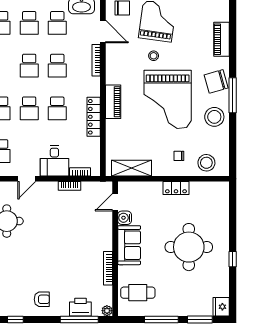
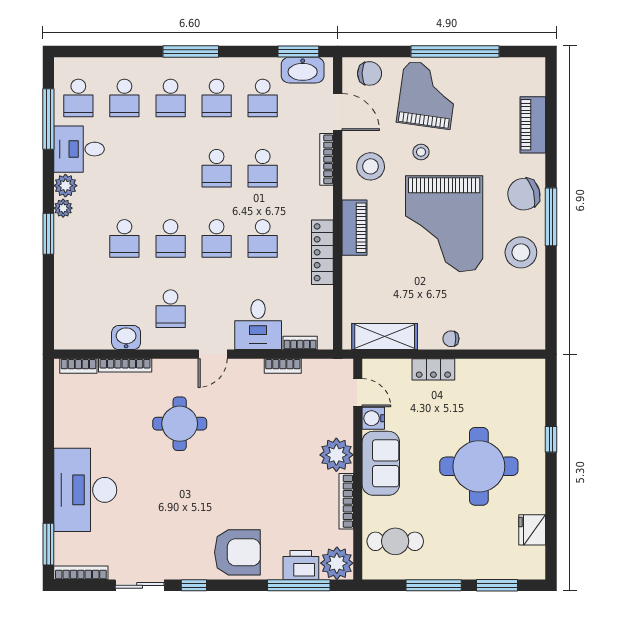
chair: (179, 156) -> (451, 339), moved
stool: (206, 163) -> (371, 166), moved
locker: (176, 188) -> (433, 369), moved
door: (115, 202) -> (358, 393), swing flipped
plant: (102, 240) -> (336, 455), added
window: (233, 259) -> (551, 439), moved
armchair: (42, 299) -> (237, 552), width x1.88, depth x1.88
fridge: (221, 307) -> (532, 530), moved
plant: (107, 311) -> (337, 563), width x1.87, depth x1.87

